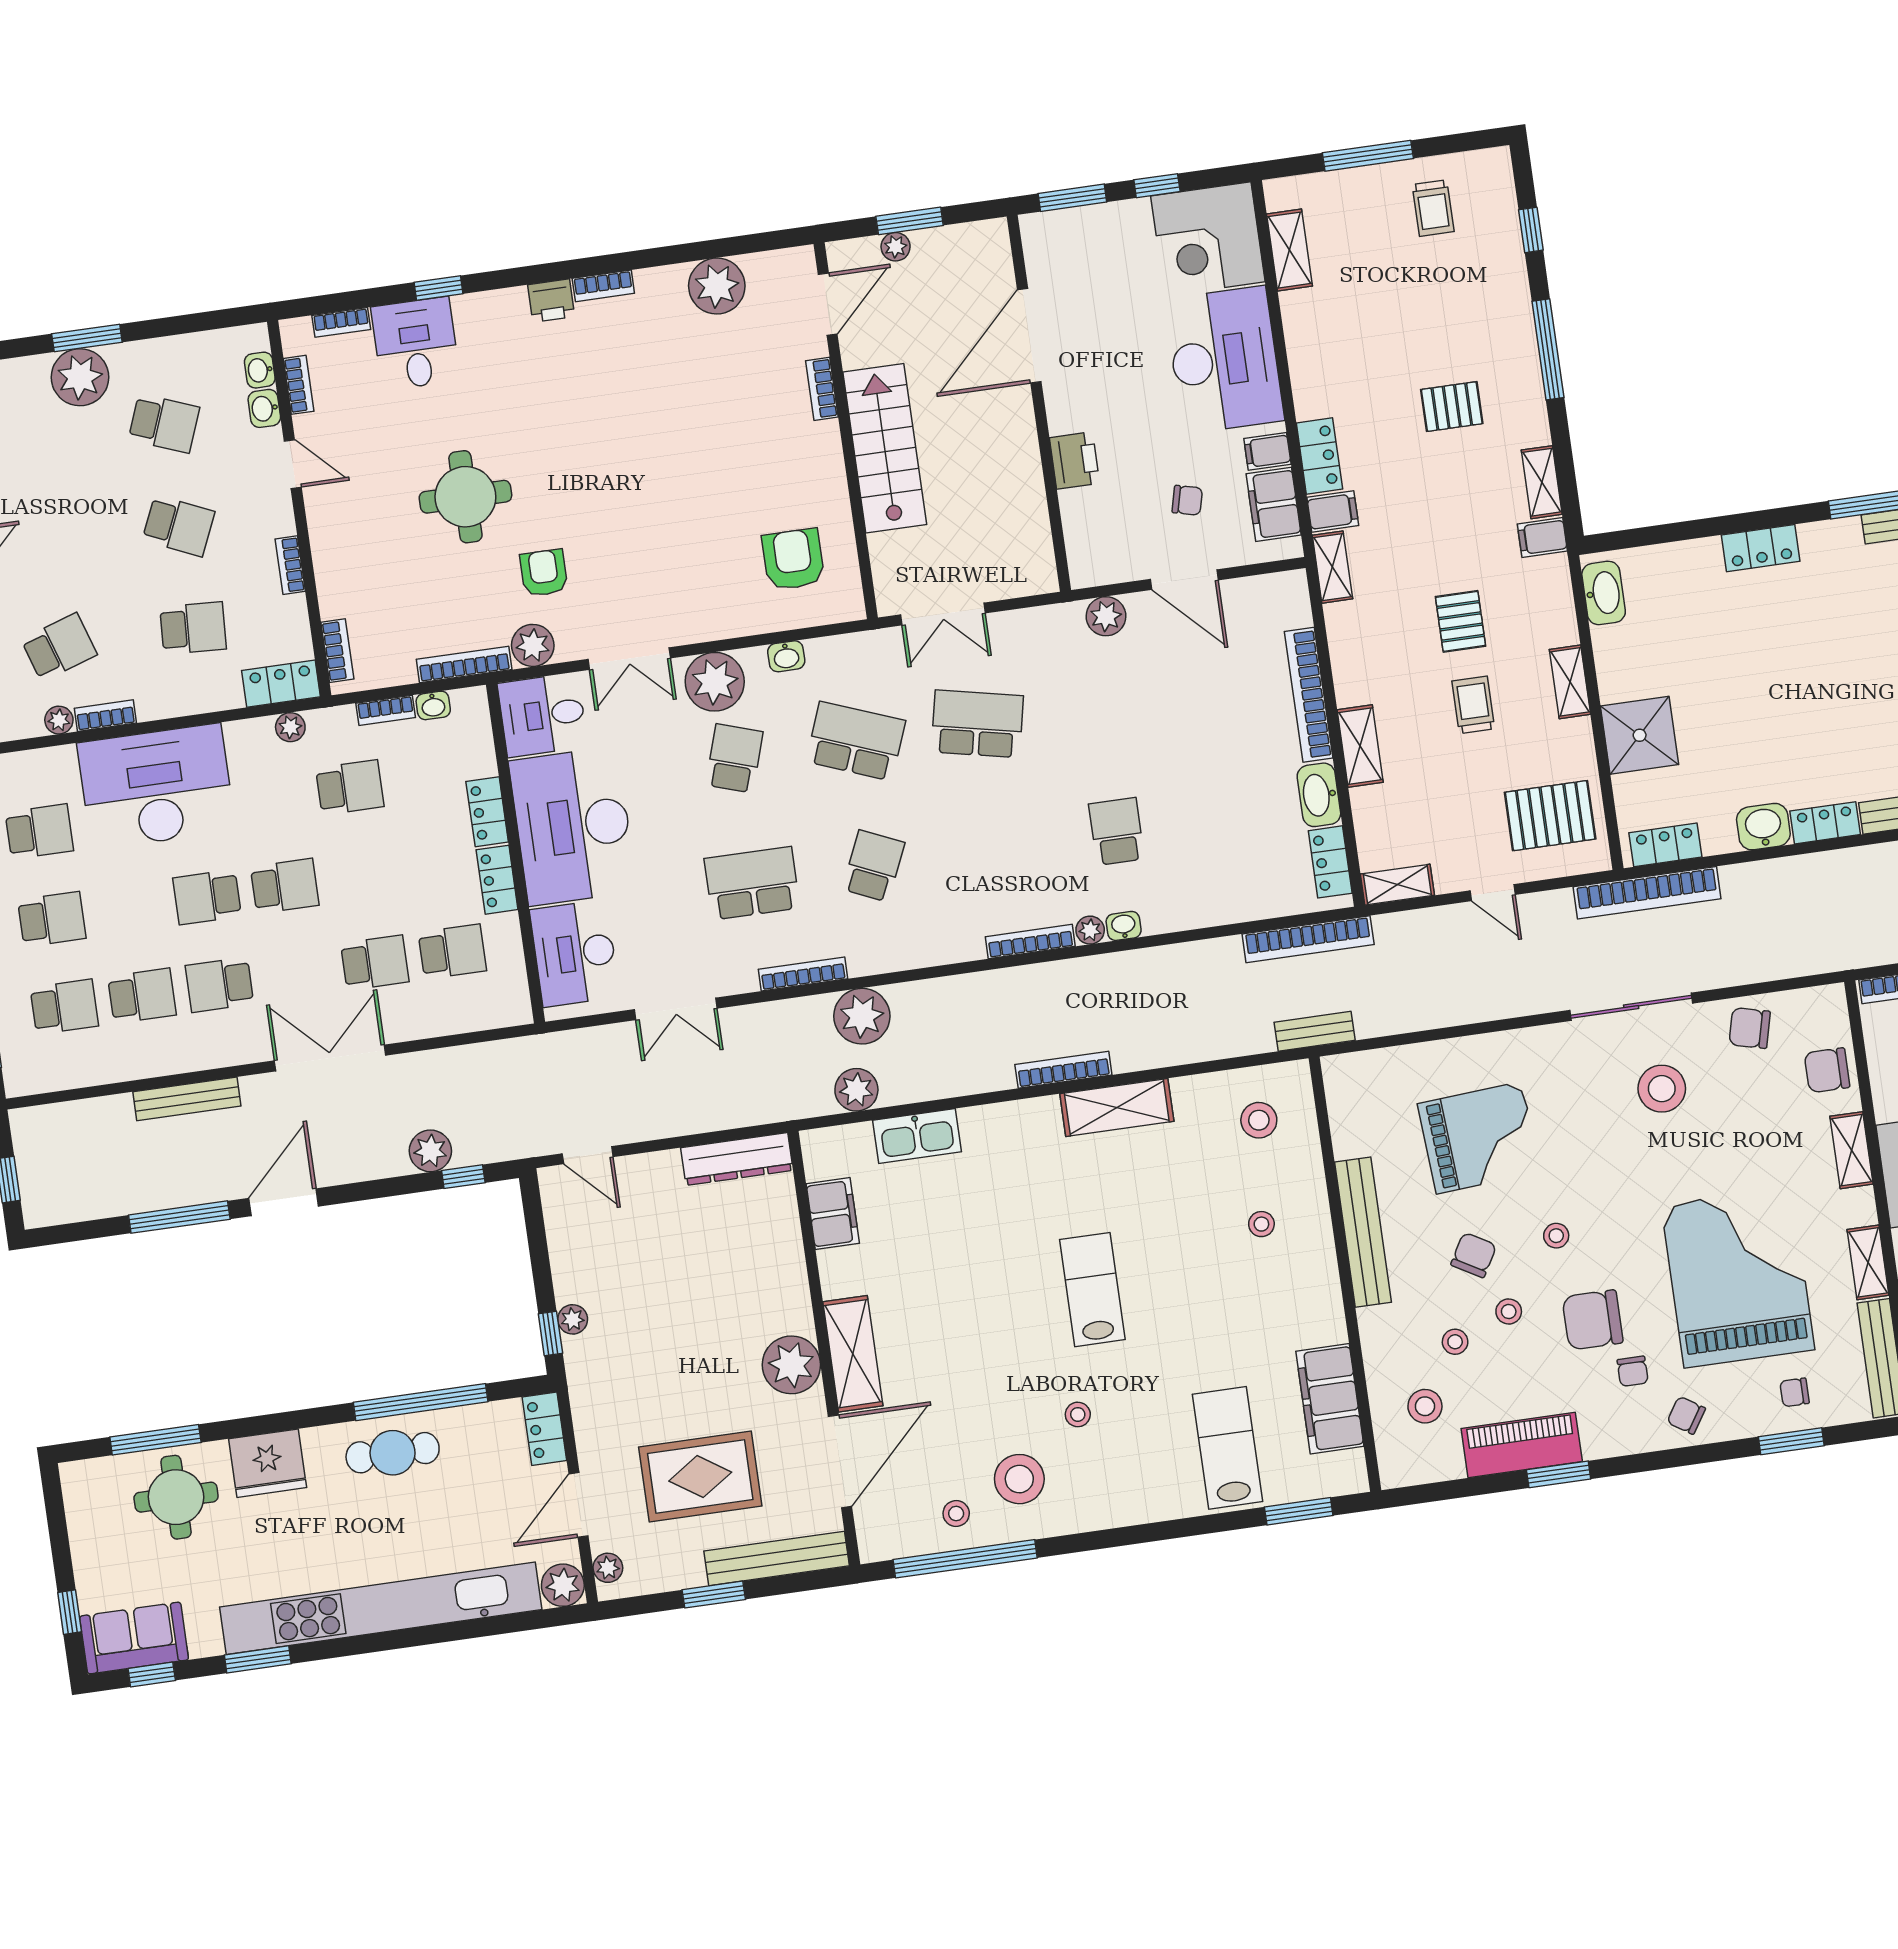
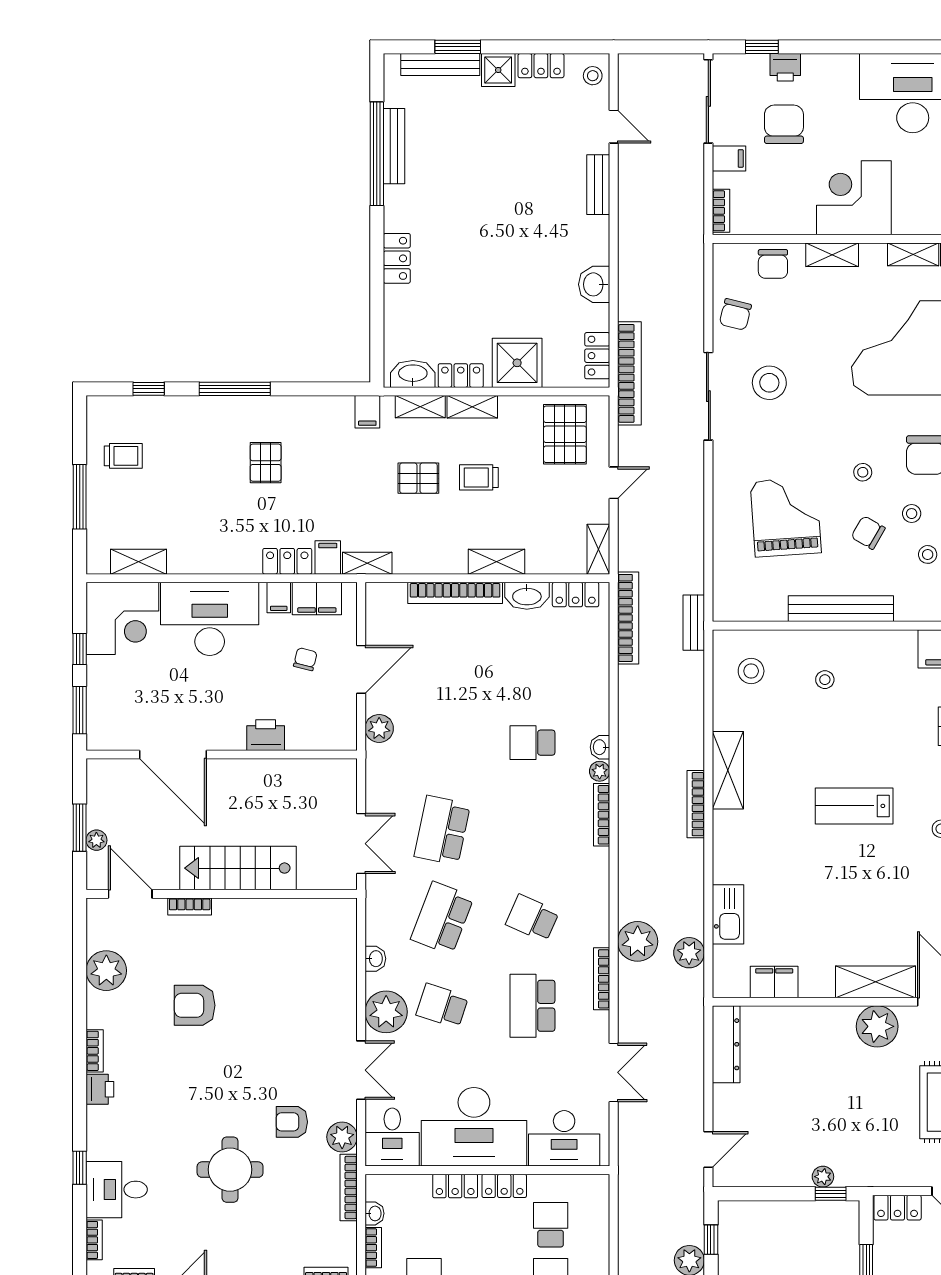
shelving: (1542, 482) -> (420, 407), moved
armchair: (793, 559) -> (195, 1005), moved
locker: (1825, 823) -> (461, 376), moved, turned 90

